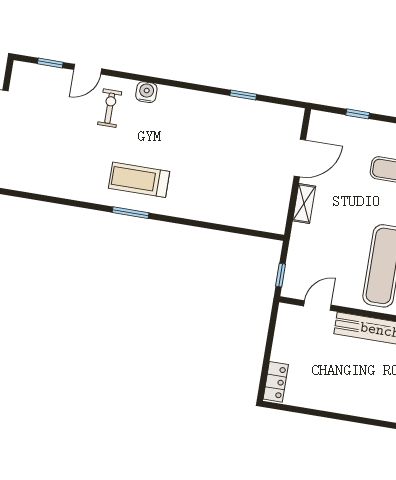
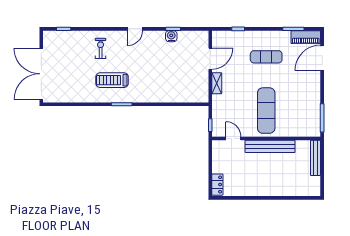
door: (88, 69) -> (135, 29), moved
water cooler: (146, 92) -> (171, 36), moved
treadmill: (139, 180) -> (112, 80), moved
door: (317, 306) -> (233, 139), hinge flipped

